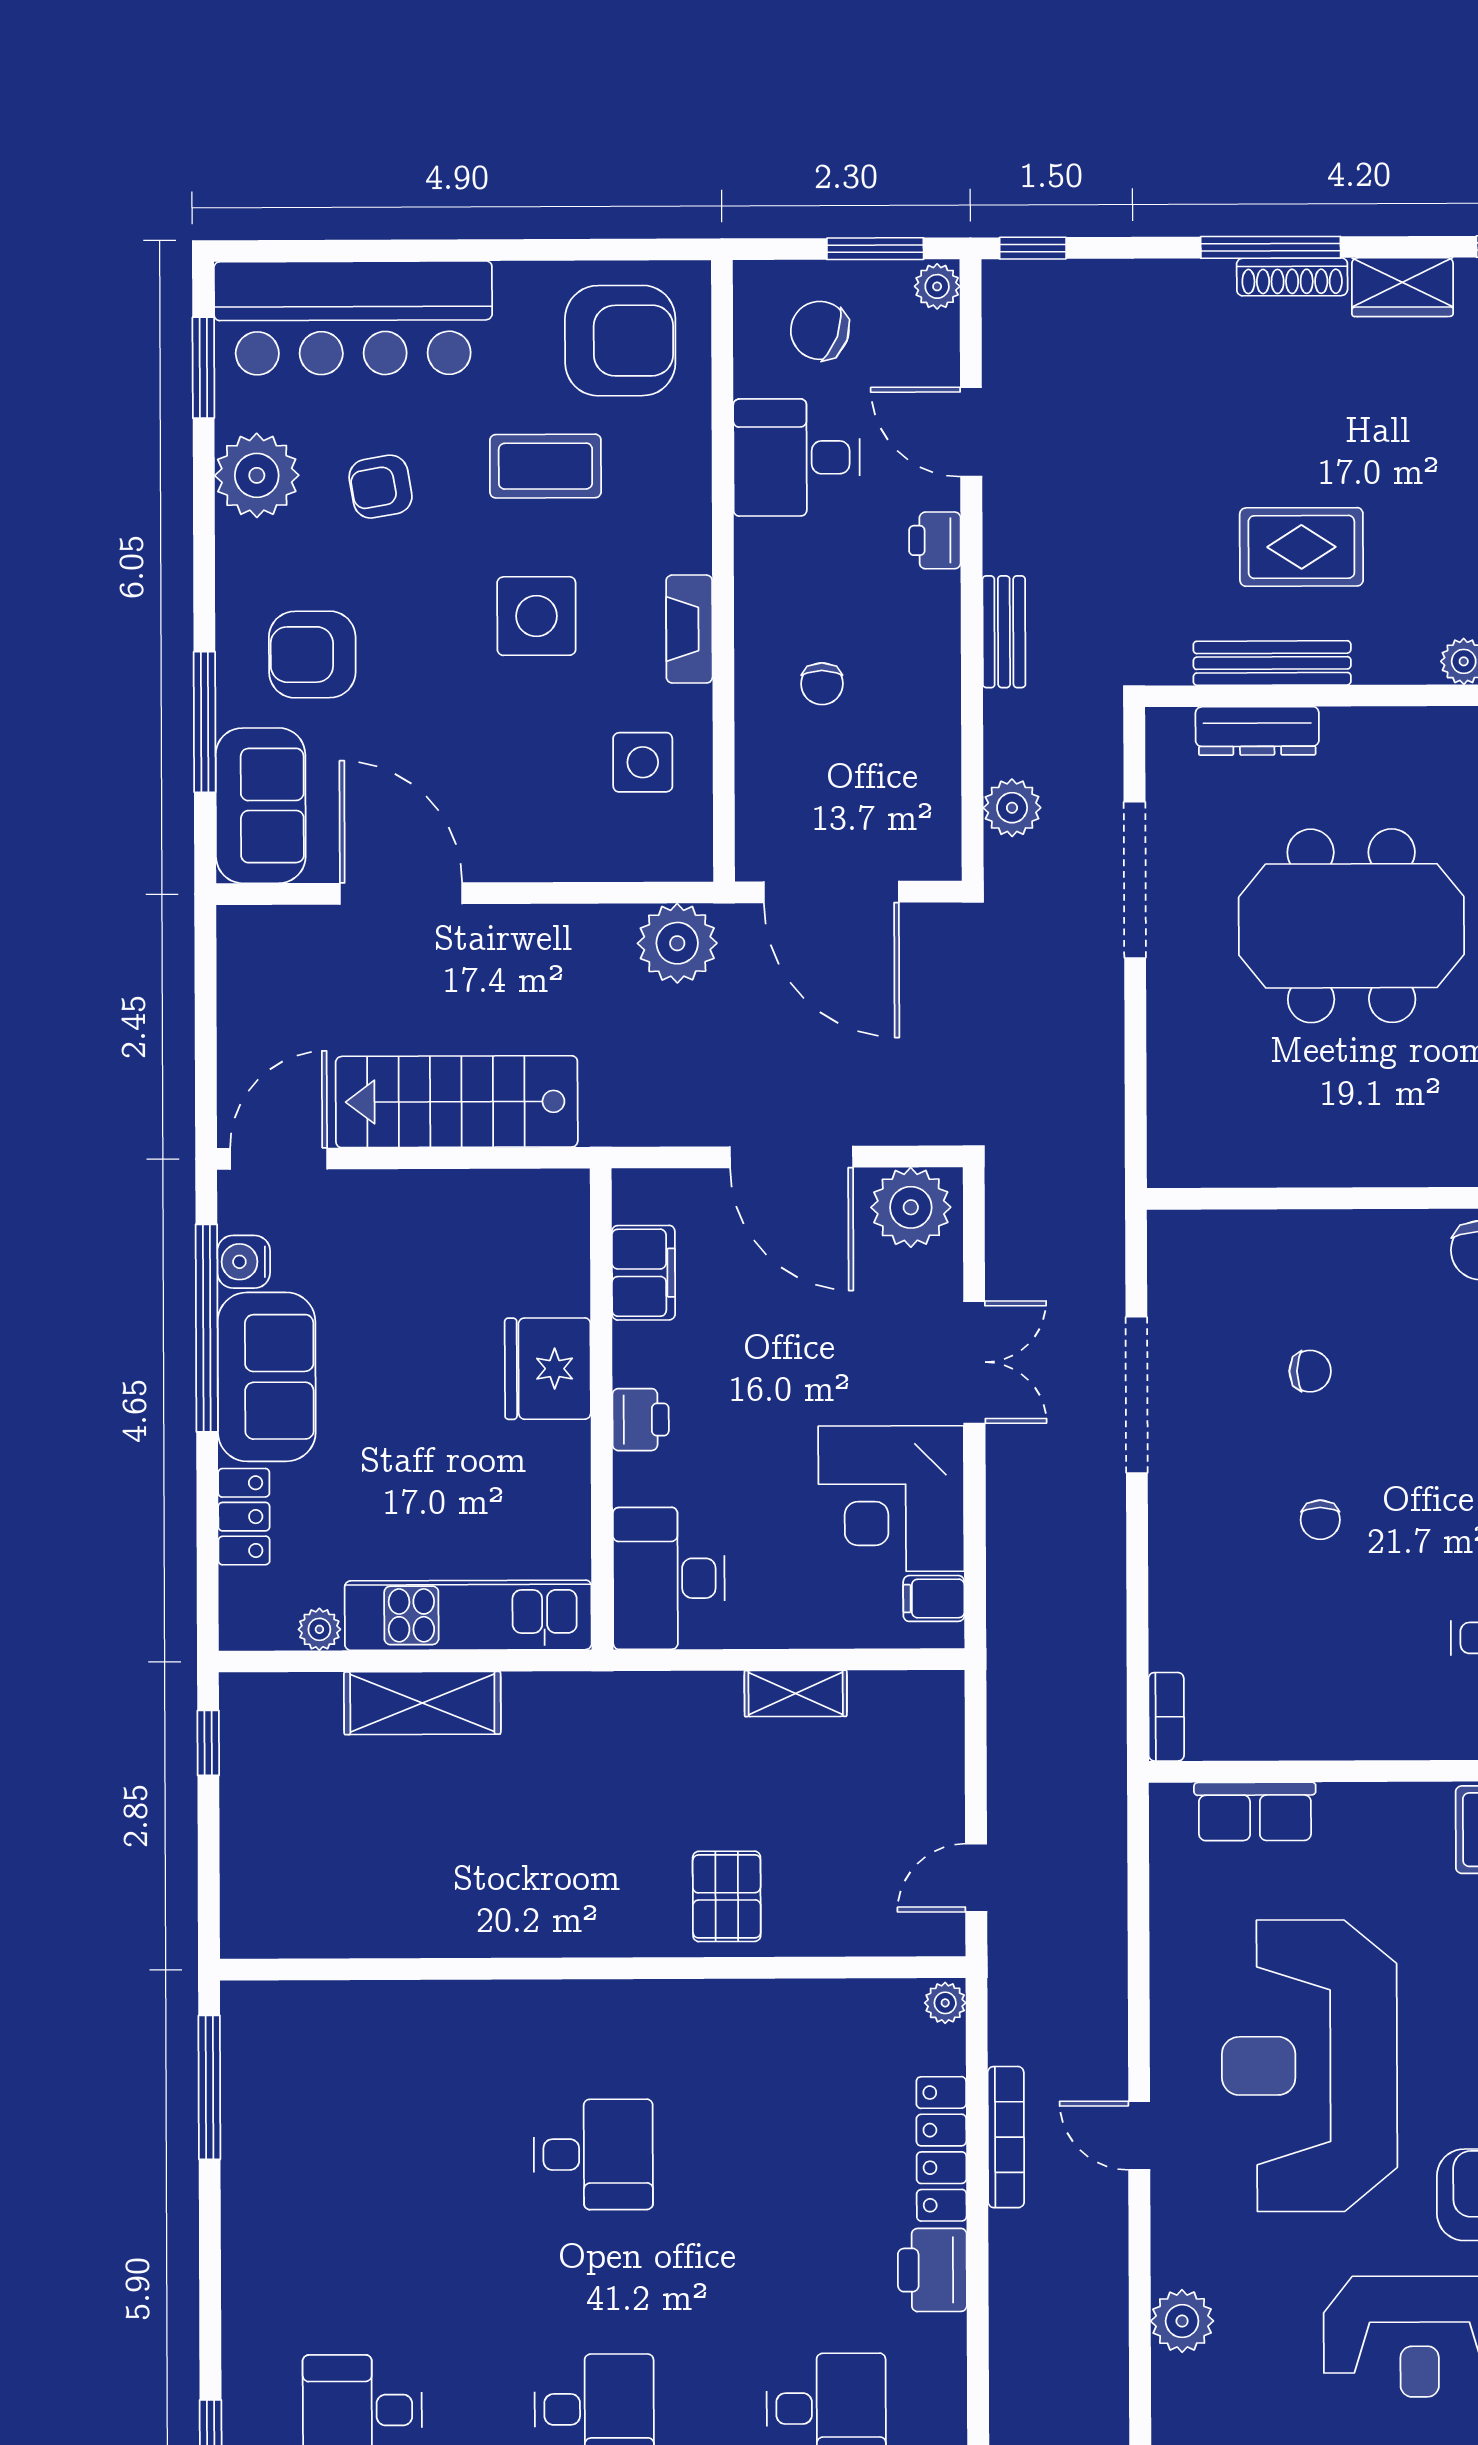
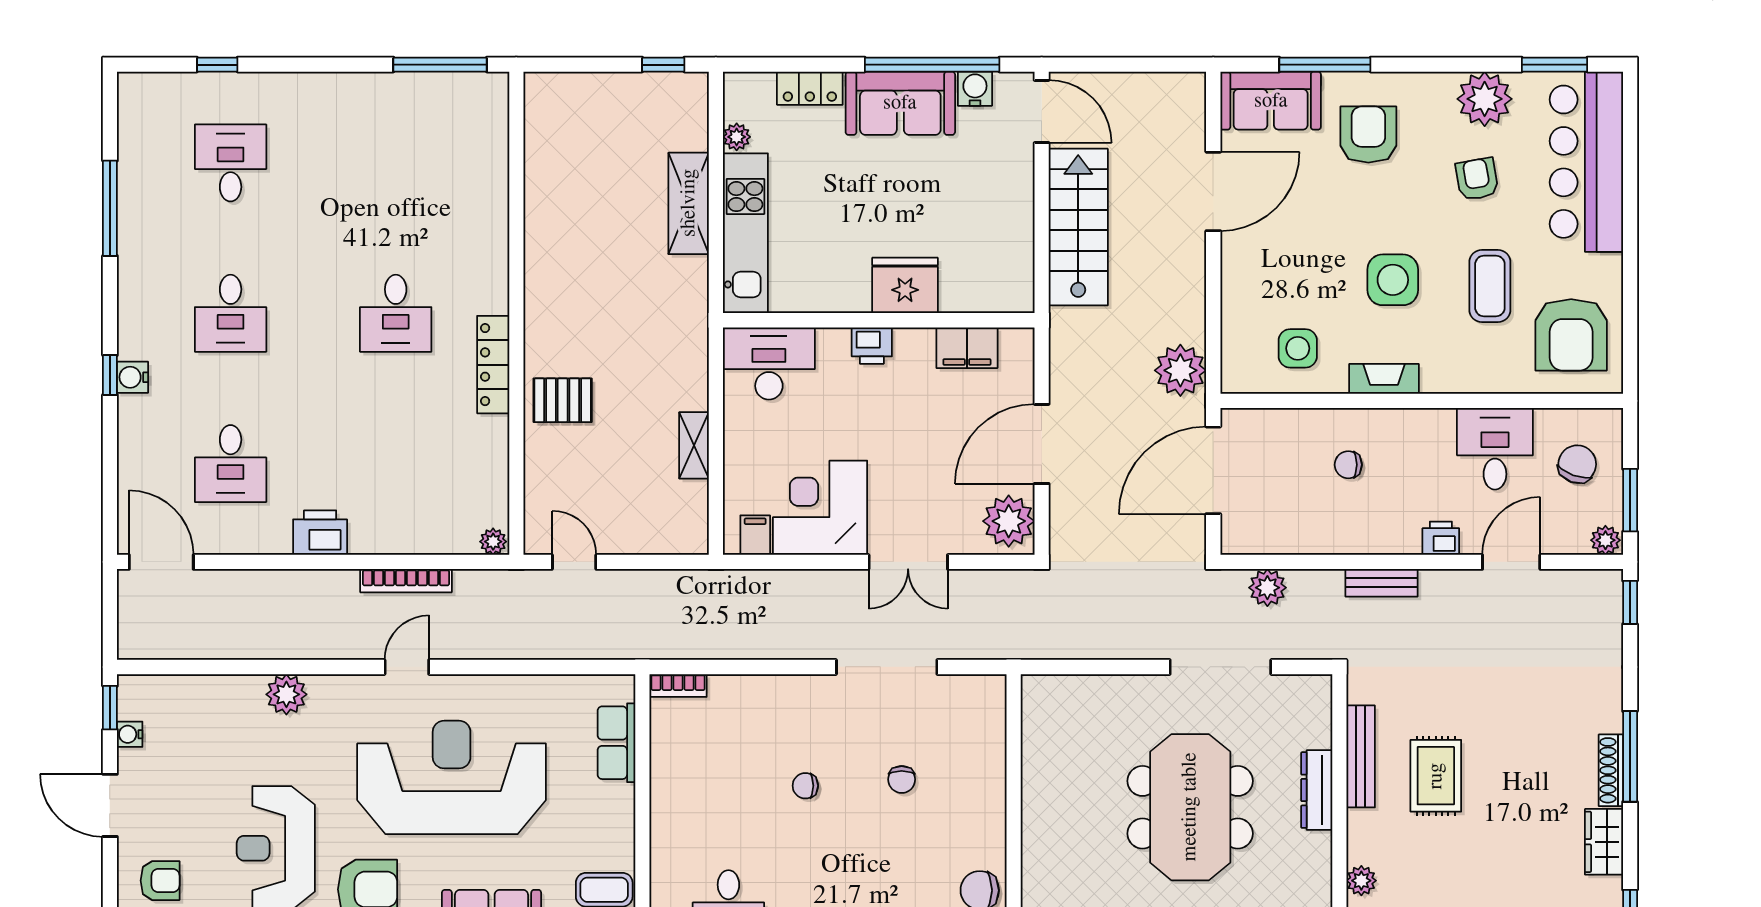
dresser: (1257, 731) -> (1317, 790), moved
locker: (941, 2149) -> (493, 365), moved, turned -90

